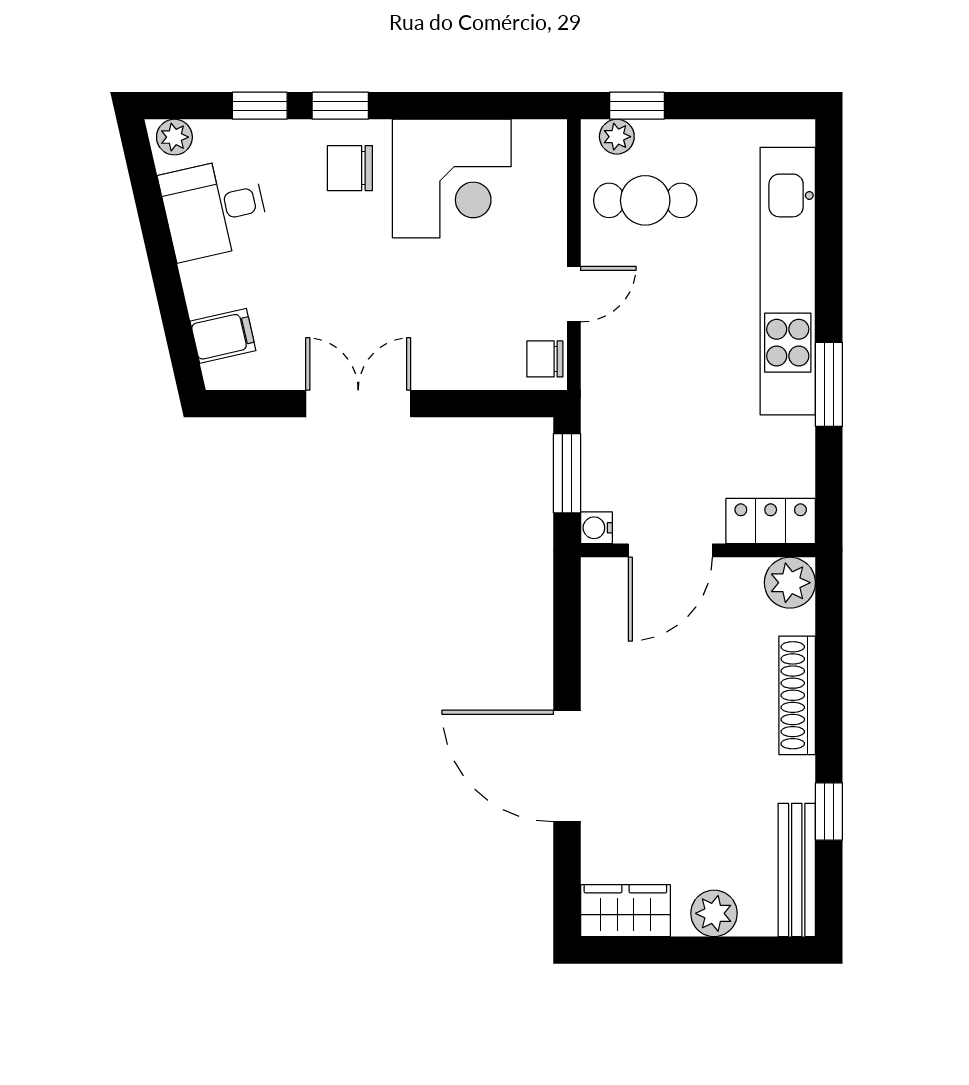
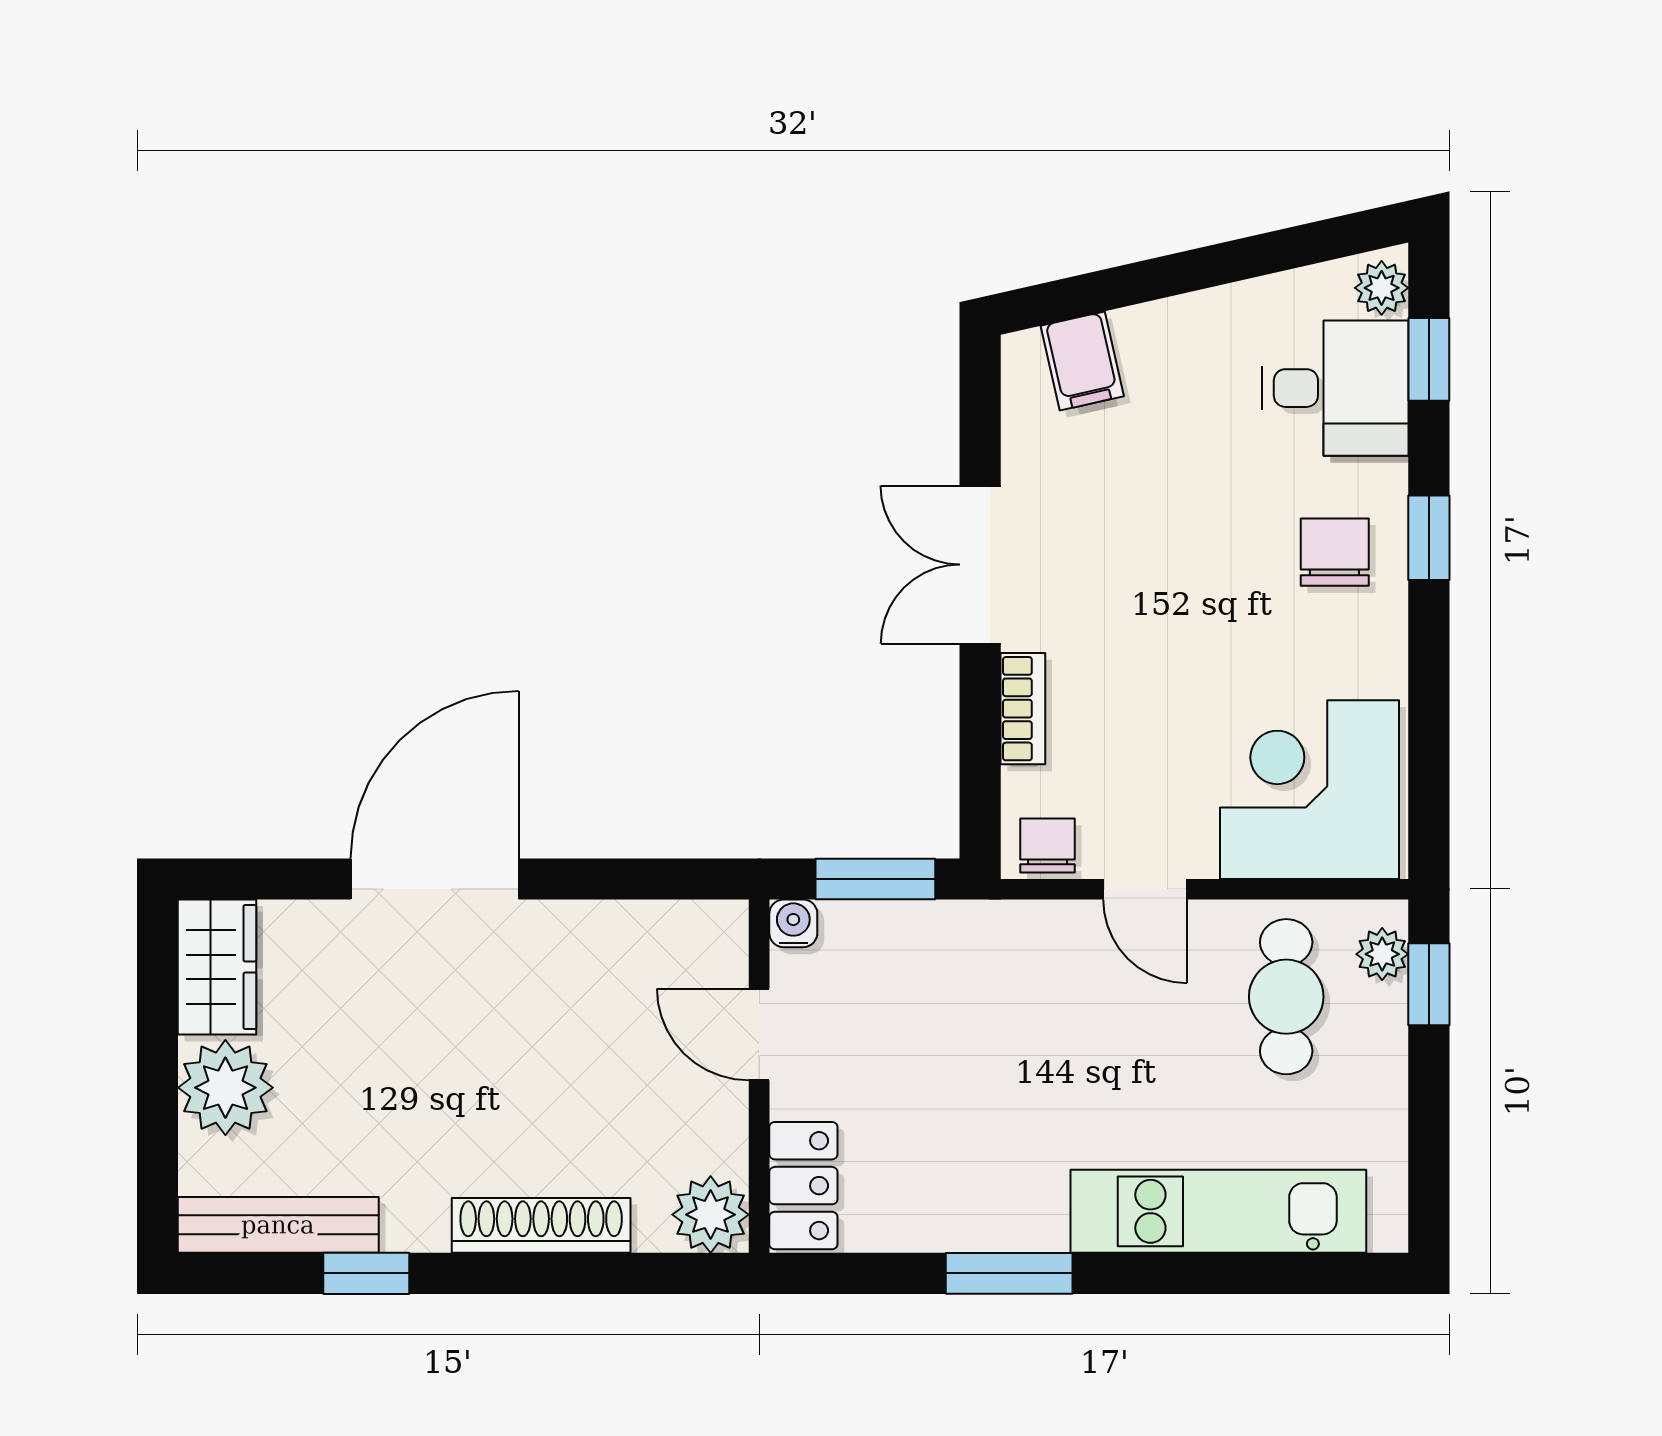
window: (260, 106) -> (1429, 359), moved
corner desk: (452, 179) -> (1309, 790), moved, turned 90
desk: (214, 209) -> (1335, 388), moved, turned 103
kitchen unit: (788, 281) -> (1218, 1211), width x0.73
bookcase: (454, 375) -> (1023, 709), added
double door: (358, 404) -> (980, 565), swing flipped
door: (670, 550) -> (759, 1034), width x0.73
plant: (714, 913) -> (225, 1088), width x1.36, depth x1.36

